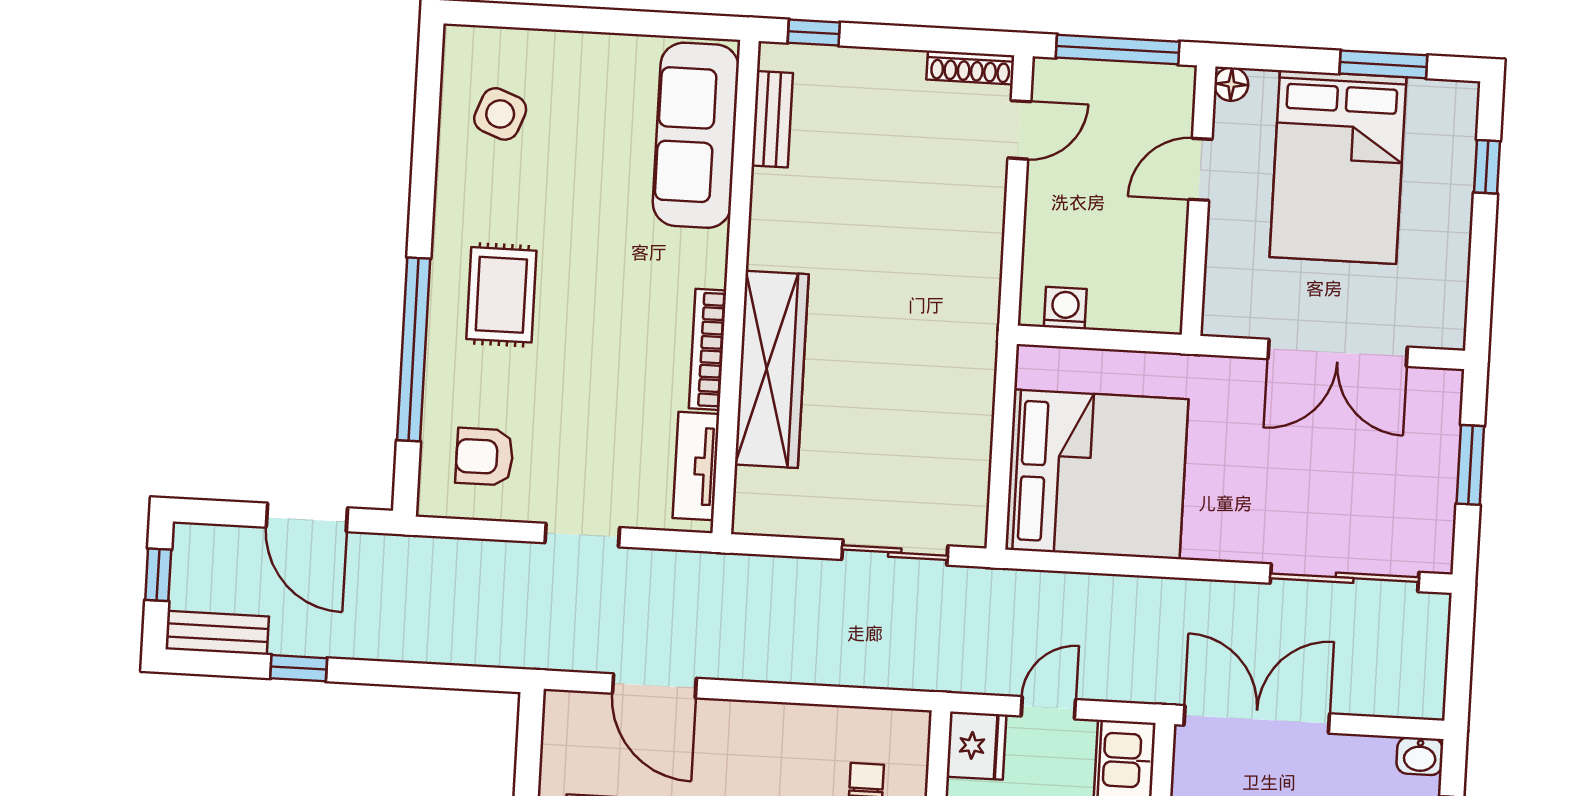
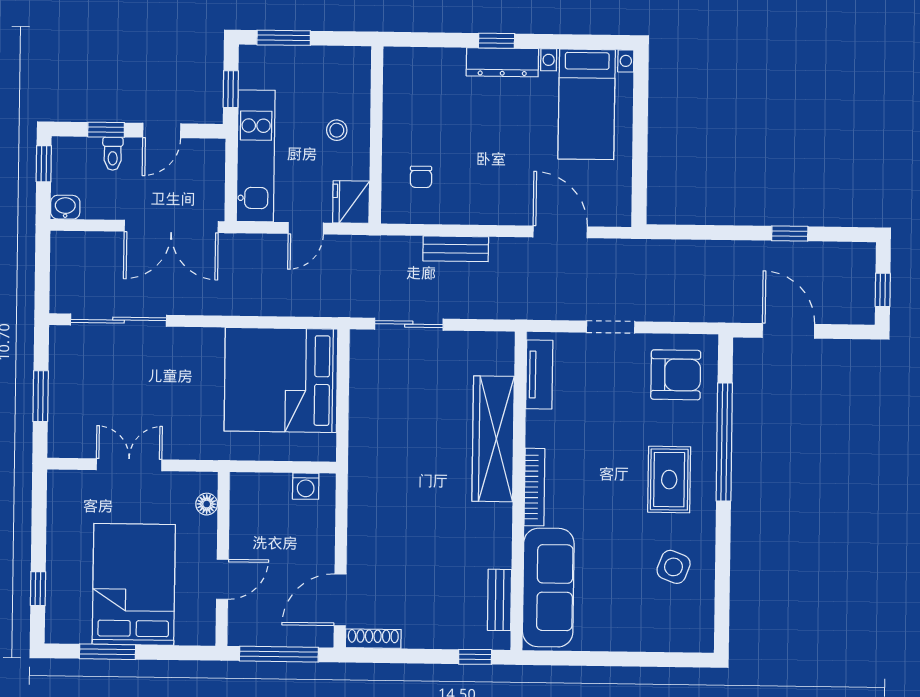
floor lamp: (1231, 84) -> (207, 504), moved
side table: (500, 114) -> (674, 567), moved
door: (1019, 130) -> (340, 600), width x1.38
bookcase: (708, 349) -> (534, 487), moved
double door: (1338, 353) -> (129, 465), width x0.73
armchair: (484, 457) -> (676, 375), width x1.38, depth x1.38
bench: (217, 633) -> (456, 249), moved

